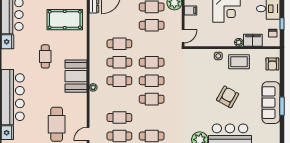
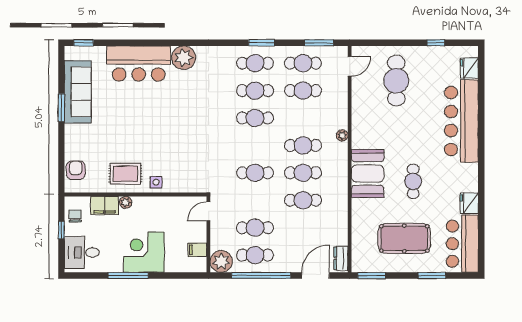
pool table: (65, 20) -> (404, 238), moved
booth: (76, 76) -> (368, 173), moved
cafe table: (152, 81) -> (255, 91), moved
armchair: (228, 97) -> (142, 121), removed
sofa: (271, 103) -> (78, 92), moved

